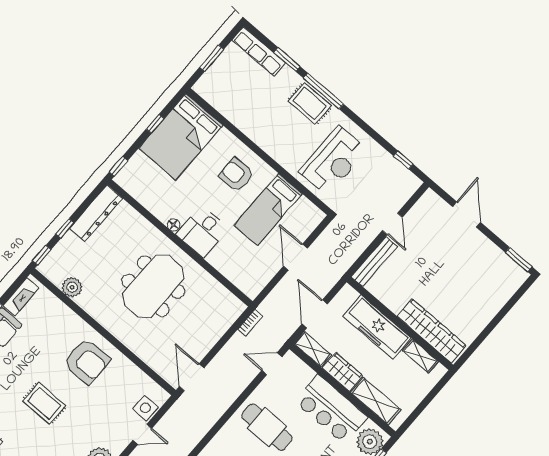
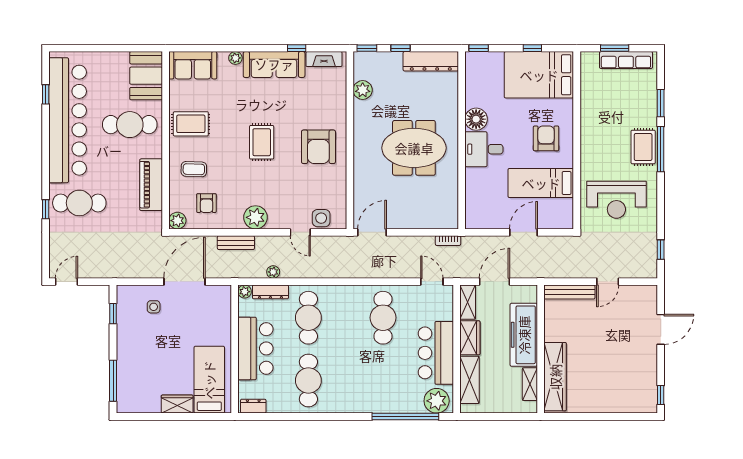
row of seats: (259, 52) -> (626, 60), moved, turned -90
floor lamp: (174, 225) -> (476, 119), width x1.89, depth x1.89
window: (519, 260) -> (661, 395), width x0.67

